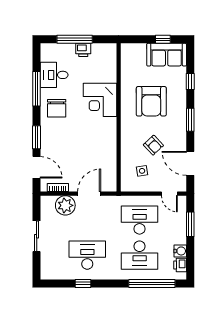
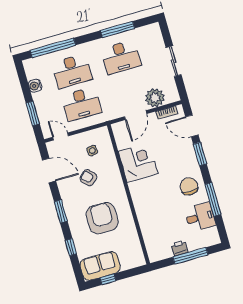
corner desk: (100, 100) -> (138, 162), moved
desk: (140, 255) -> (72, 71), turned 180
printer: (180, 265) -> (31, 73), removed
window: (83, 283) -> (118, 29), width x2.17

